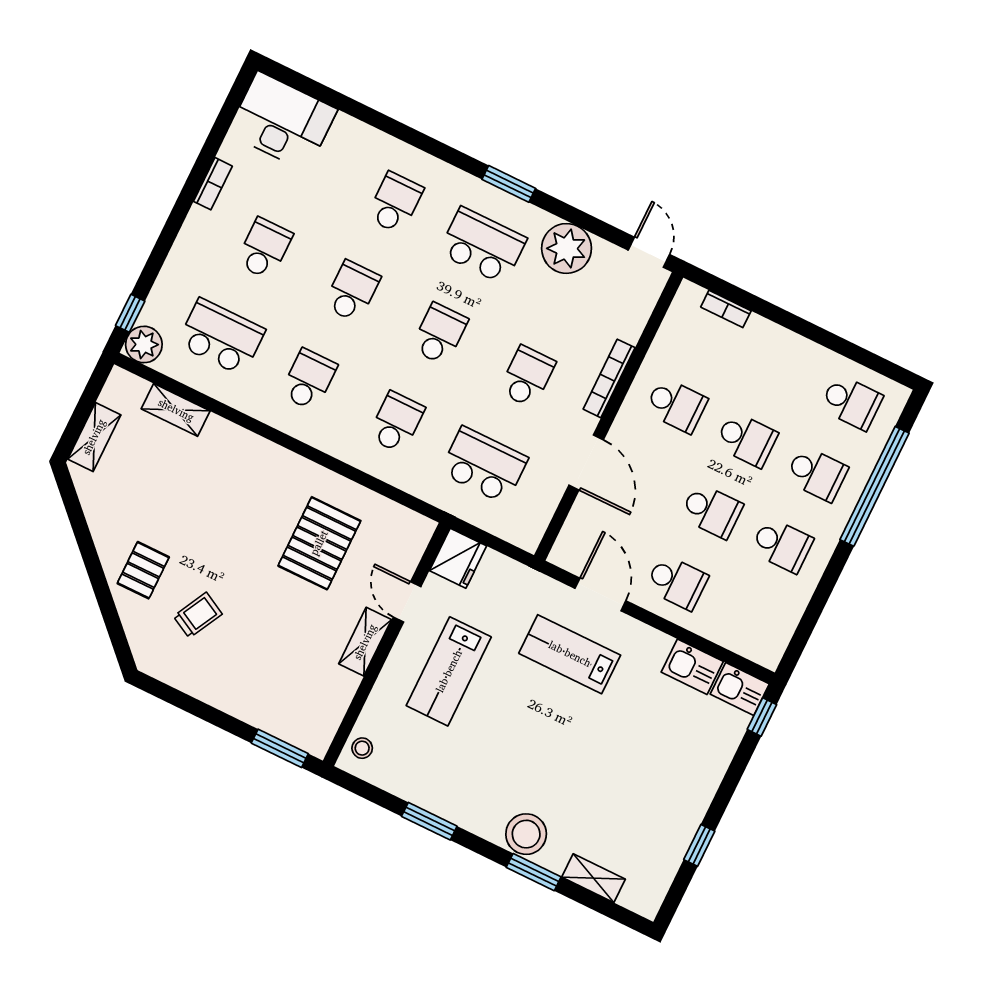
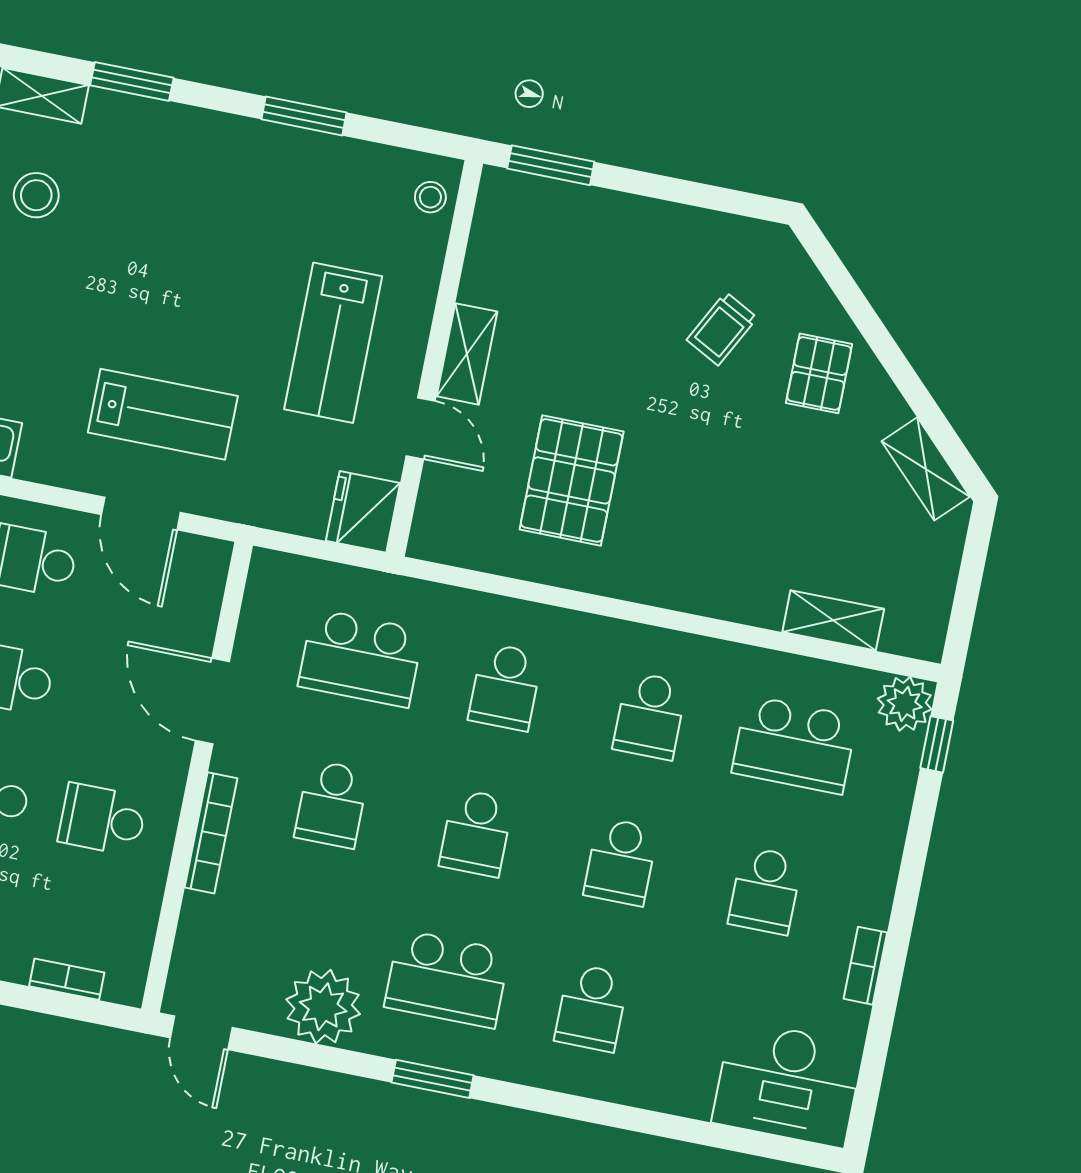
shelving: (94, 437) -> (926, 469), moved, turned -45
lab bench: (449, 671) -> (333, 343), turned 180
stool: (526, 834) -> (36, 195), moved, width x0.73, depth x0.73

